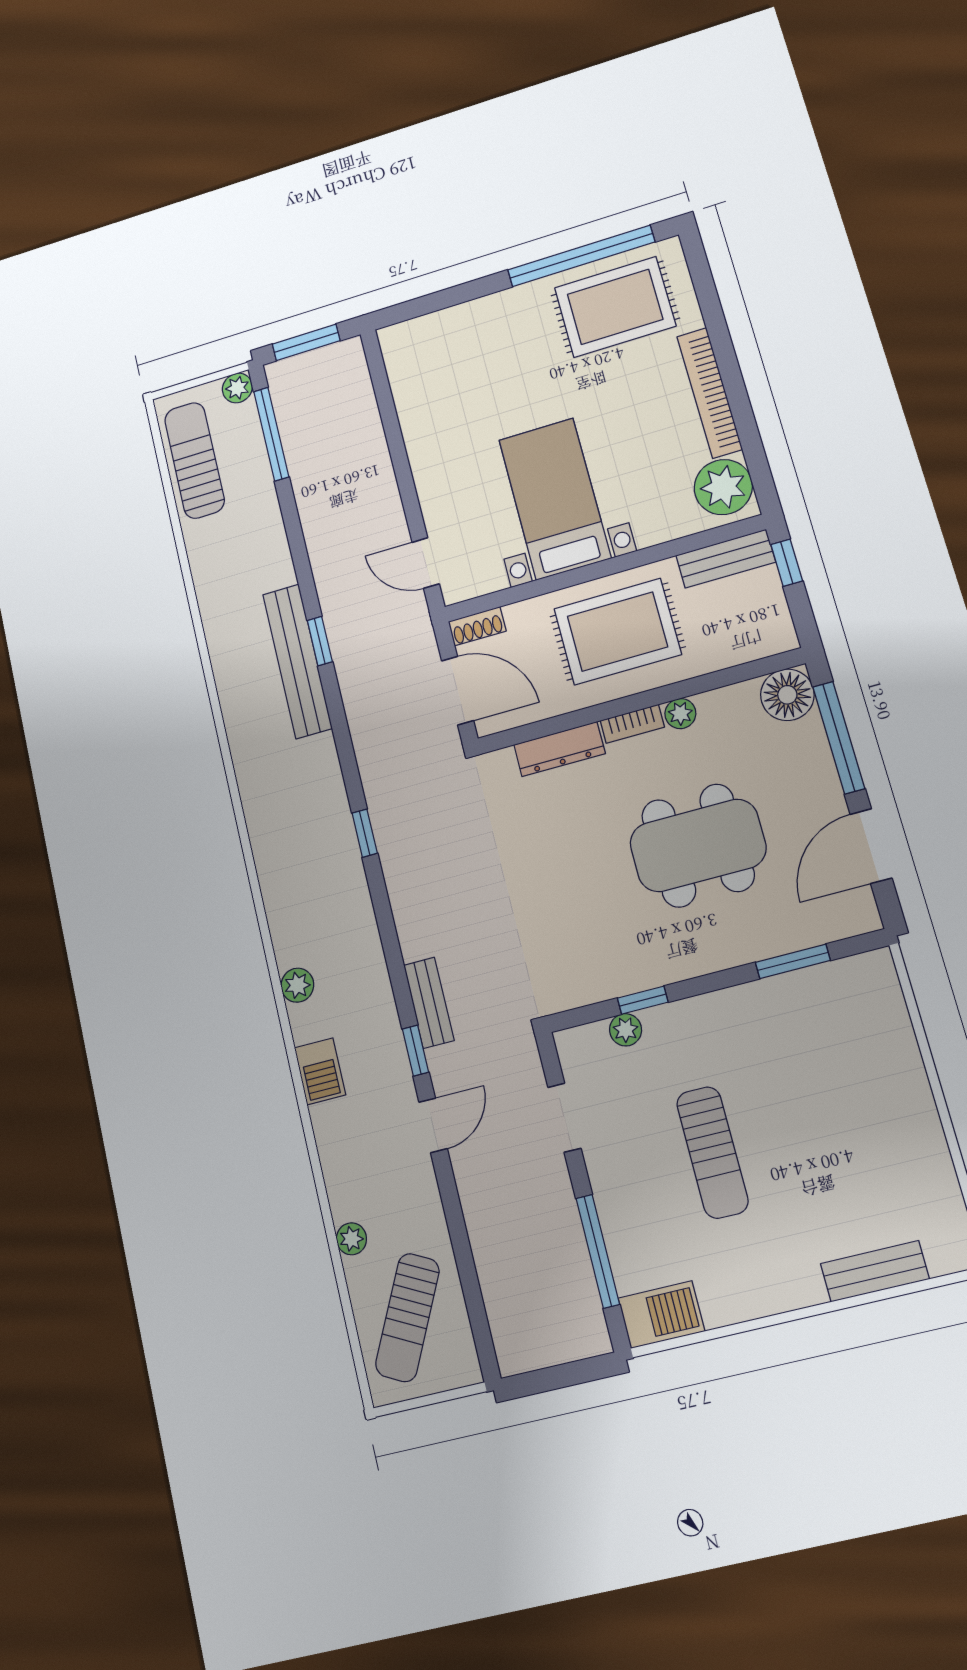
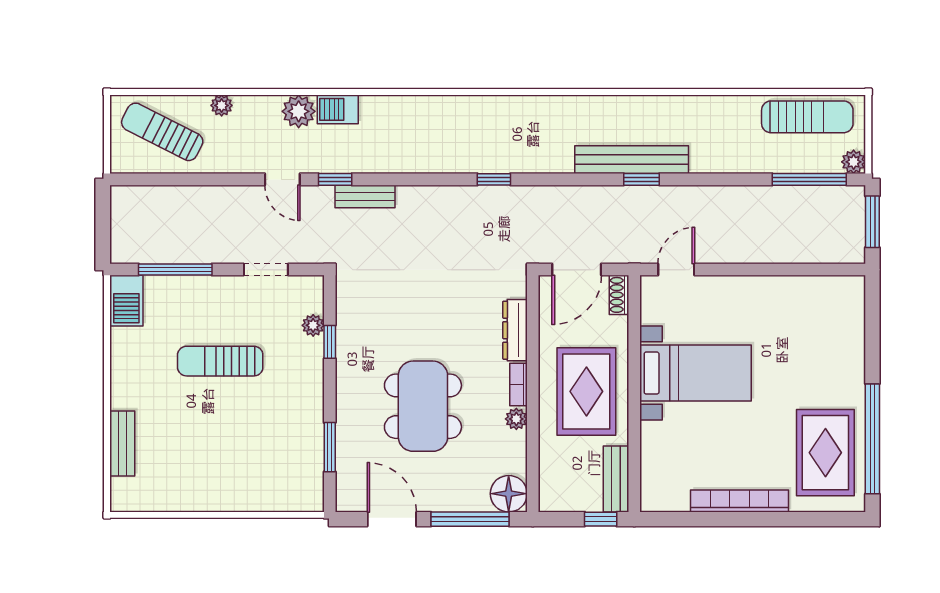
plant: (723, 487) -> (668, 491), removed
plant: (297, 985) -> (299, 111), moved, width x1.38, depth x1.38

